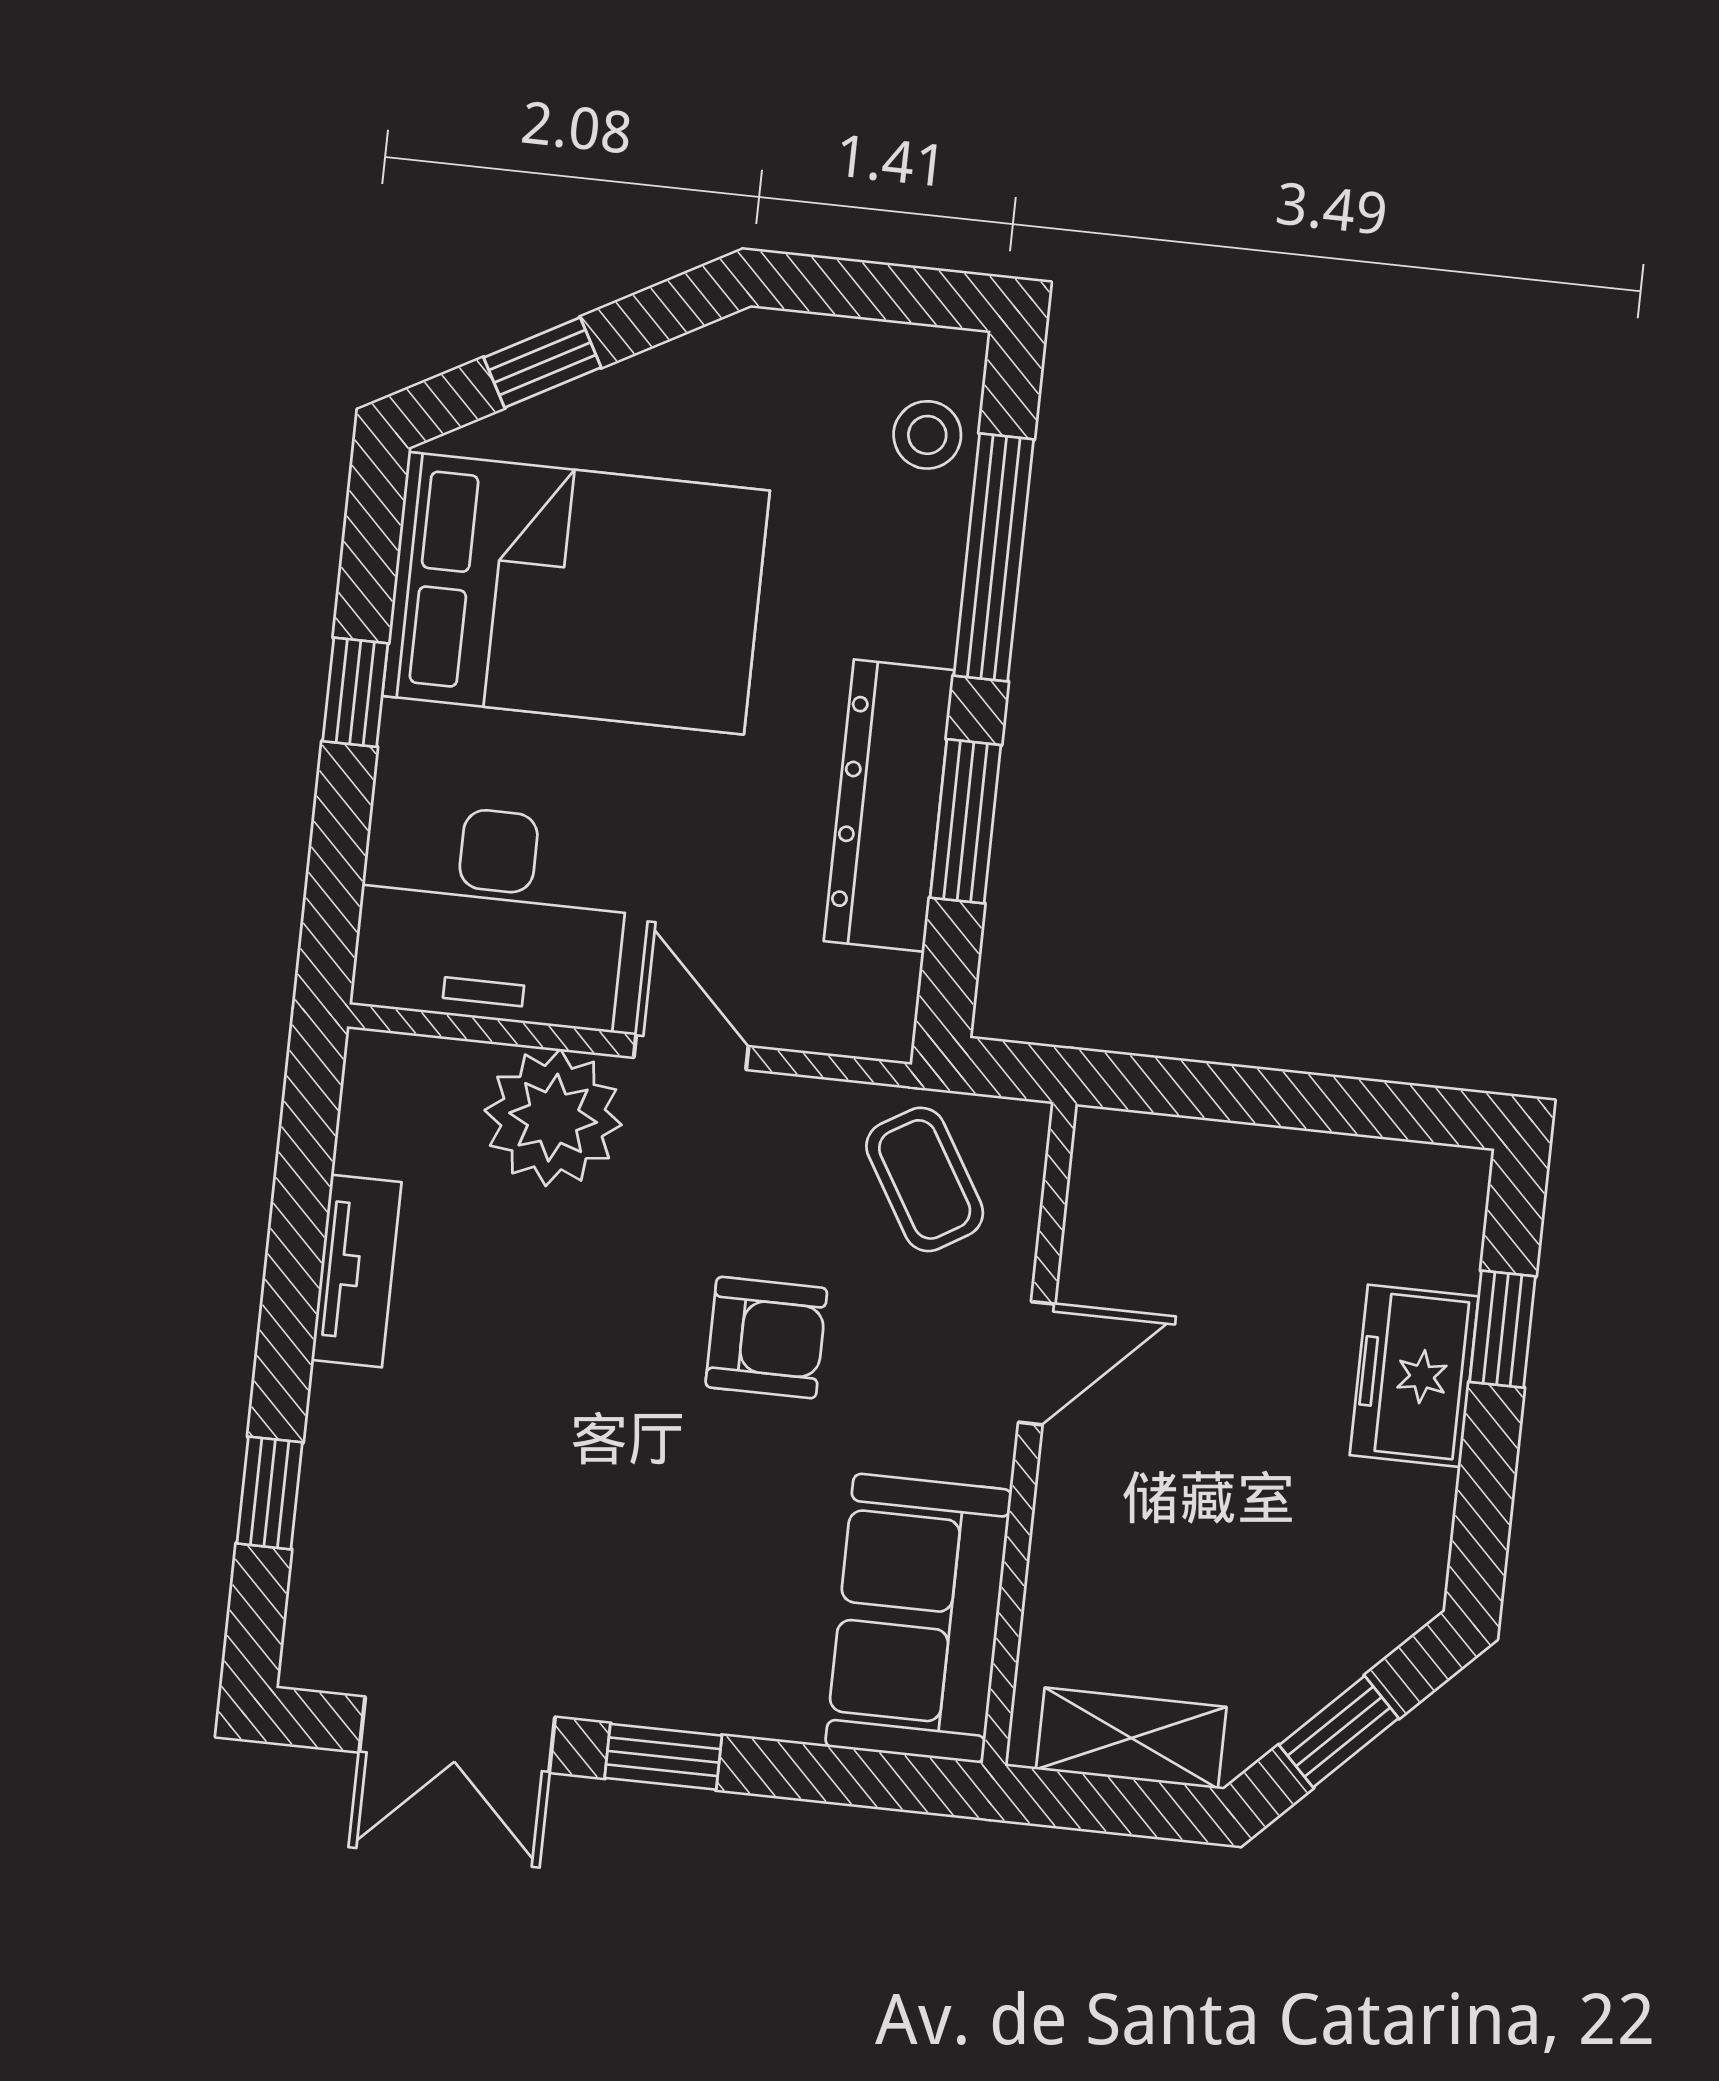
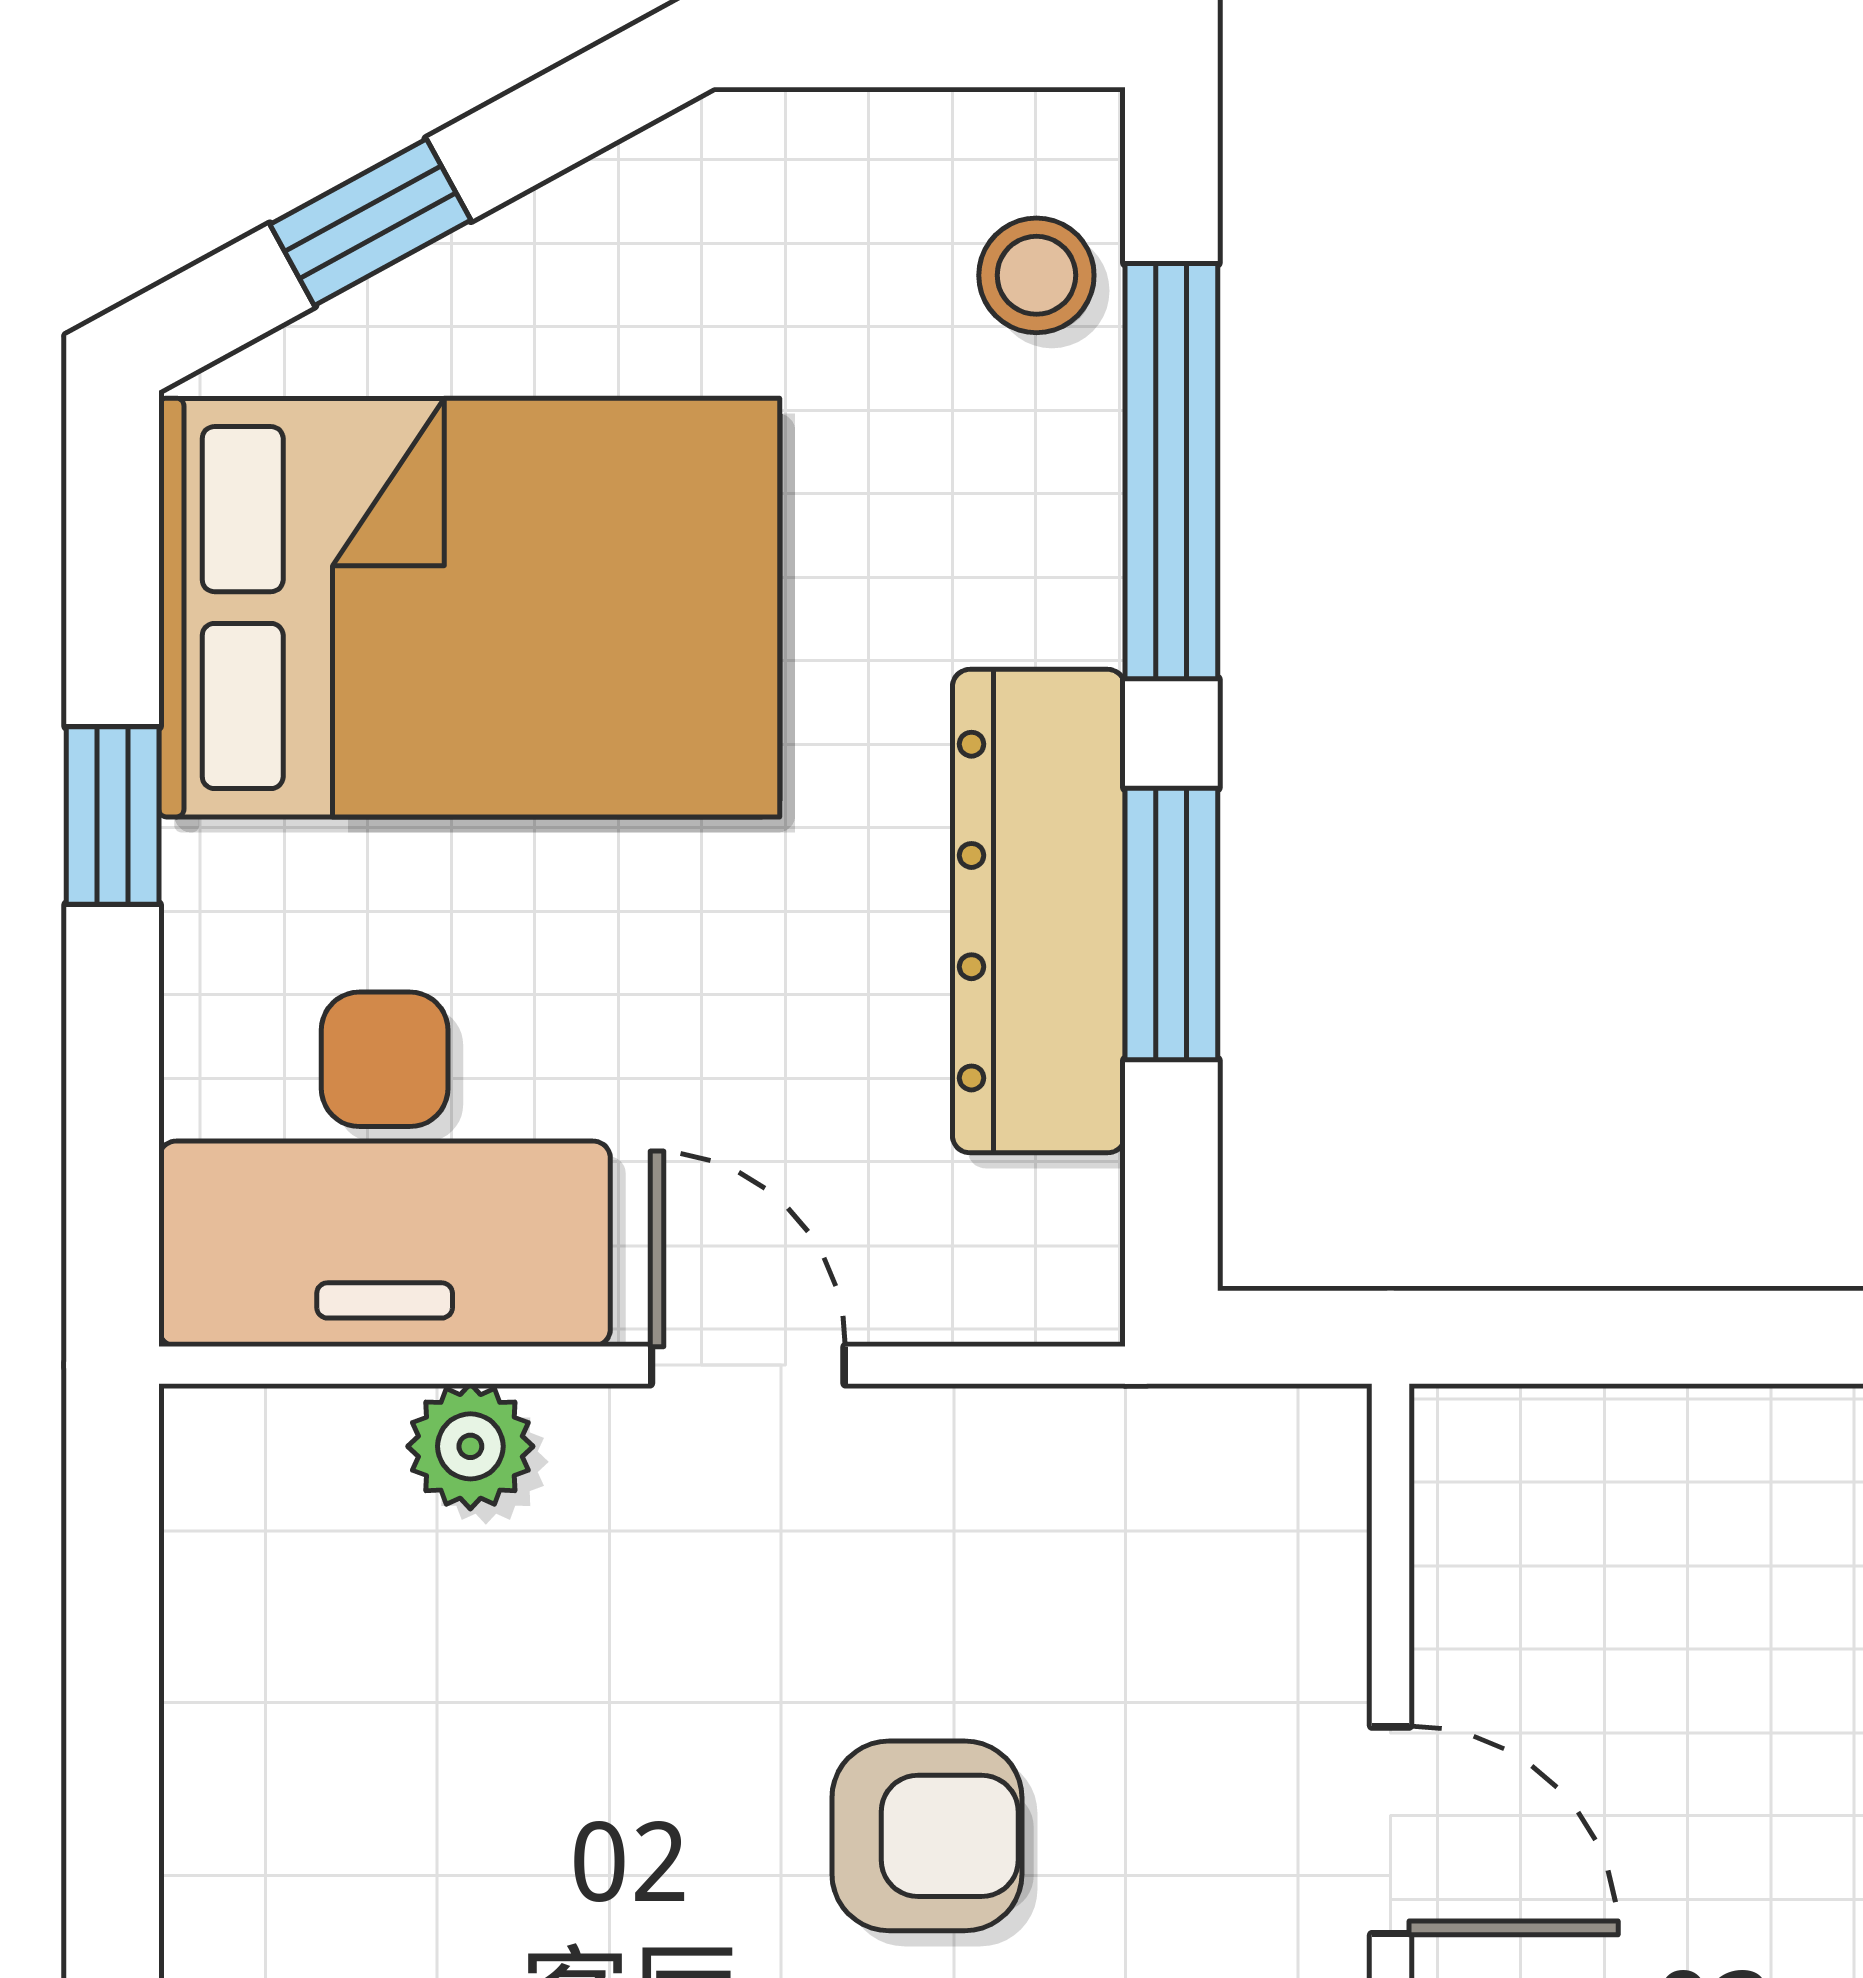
plant: (553, 1118) -> (470, 1446), width x0.53, depth x0.53
coffee table: (925, 1179) -> (1167, 1539), removed
tv unit: (356, 1271) -> (220, 1797), removed
door: (1037, 1363) -> (1390, 1830), hinge flipped

